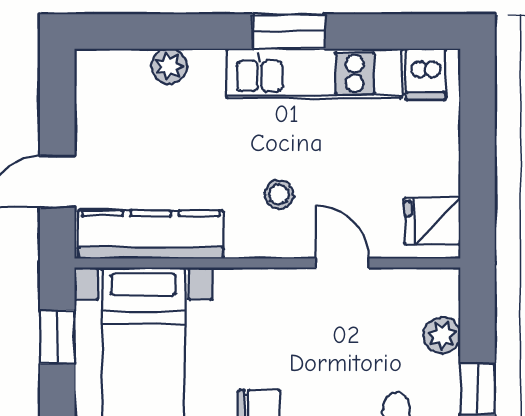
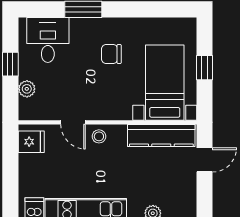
stool: (279, 195) -> (99, 136), moved
window: (57, 337) -> (205, 68), moved

